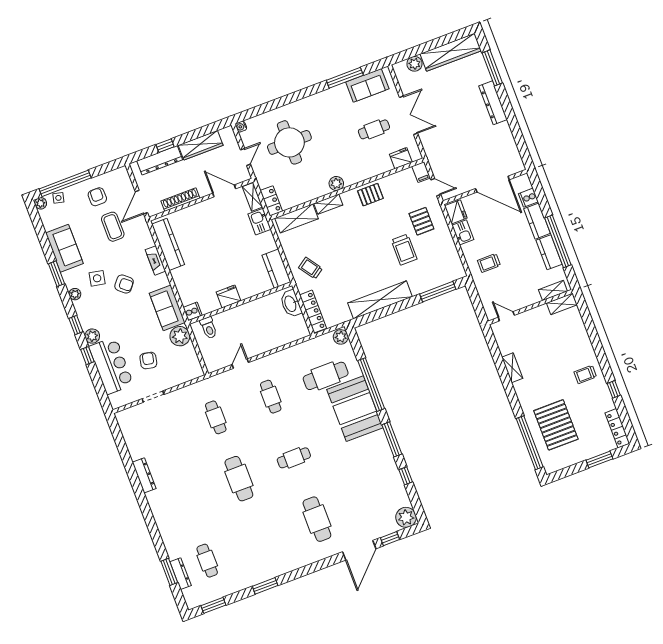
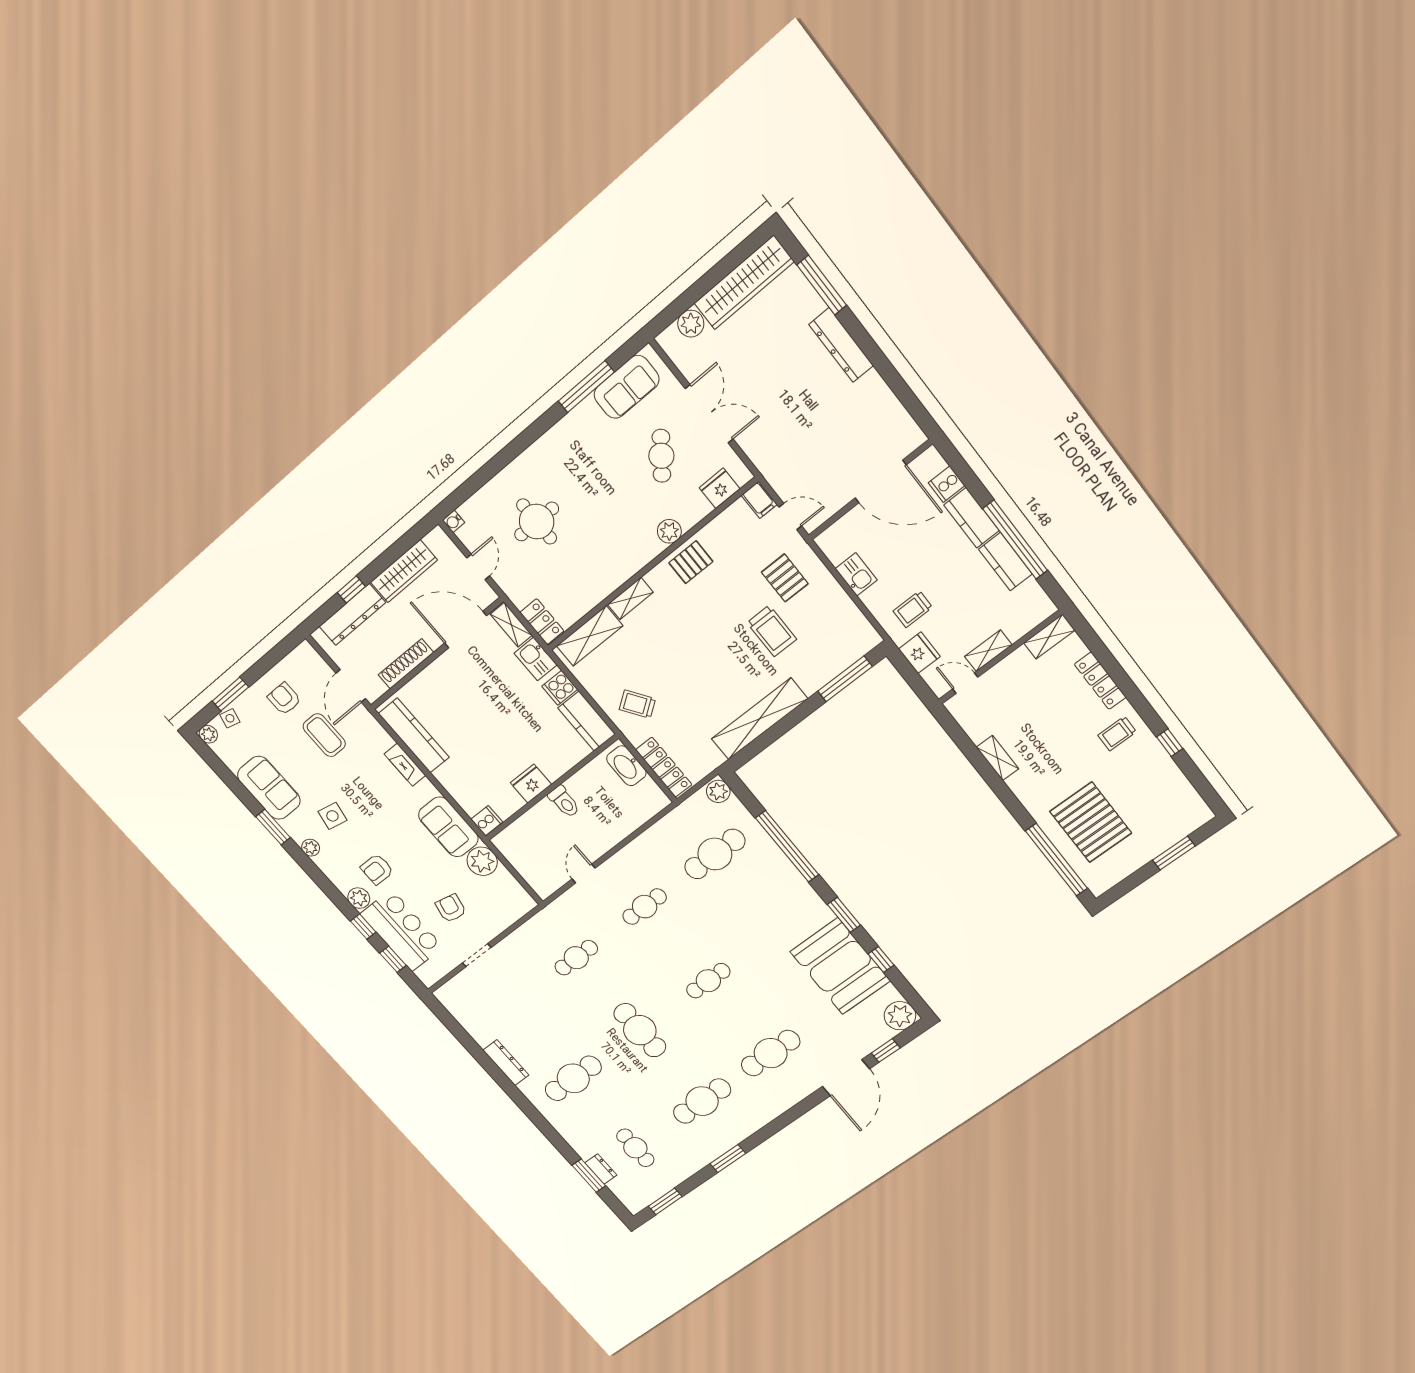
cafe table: (374, 129) -> (661, 456), turned -52
round table: (289, 142) -> (537, 522), width x0.73, depth x0.73
window: (65, 183) -> (230, 694), width x0.47
plant: (336, 183) -> (669, 531), moved
door: (224, 191) -> (466, 630), width x1.36
fridge: (456, 212) -> (919, 653), moved
cooker: (268, 243) -> (560, 688), added
armchair: (124, 284) -> (377, 869), moved, turned 140
shelving: (553, 290) -> (988, 651), moved
window: (76, 325) -> (393, 959), moved
toilet: (209, 328) -> (564, 802), moved
cafe table: (271, 397) -> (645, 907), turned 90
booth: (355, 409) -> (840, 966), moved
cafe table: (216, 417) -> (576, 958), turned 90
locker: (617, 428) -> (1100, 681), moved
window: (392, 439) -> (844, 915), width x0.69
cafe table: (184, 499) -> (573, 1078), added
cafe table: (317, 519) -> (771, 1053), turned 90
cafe table: (262, 540) -> (702, 1101), added
dresser: (181, 574) -> (601, 1169), width x0.70

